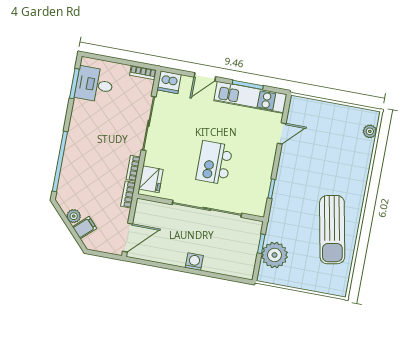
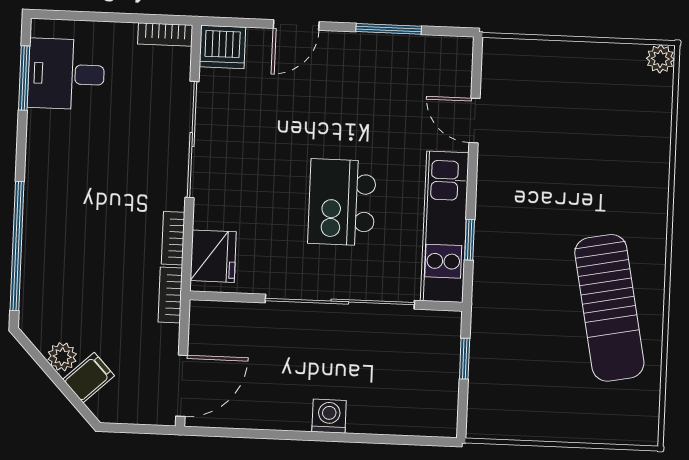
kitchen unit: (250, 97) -> (445, 227), moved, turned 90
plant: (370, 131) -> (660, 59), moved
door: (282, 133) -> (475, 121), swing flipped
plant: (275, 255) -> (496, 378), removed

